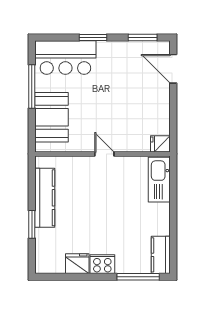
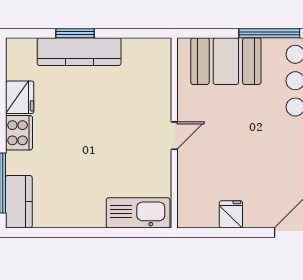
fridge: (160, 144) -> (231, 214), moved
kitchen counter: (45, 198) -> (79, 52), moved
kitchen counter: (161, 255) -> (19, 202), moved, turned 90

